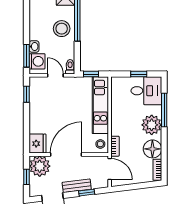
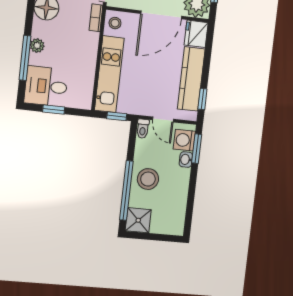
kitchen counter: (37, 109) -> (191, 79), added
plant: (152, 125) -> (37, 46), width x0.53, depth x0.53

